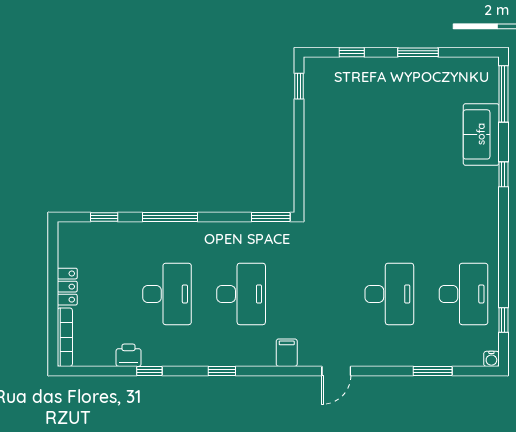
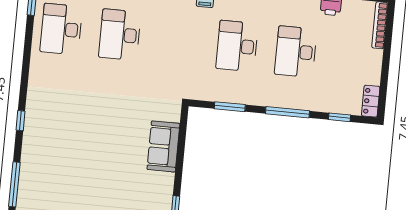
sofa: (481, 134) -> (163, 146), moved, turned 180
window: (271, 217) -> (230, 107), moved
locker: (67, 287) -> (371, 101), moved

